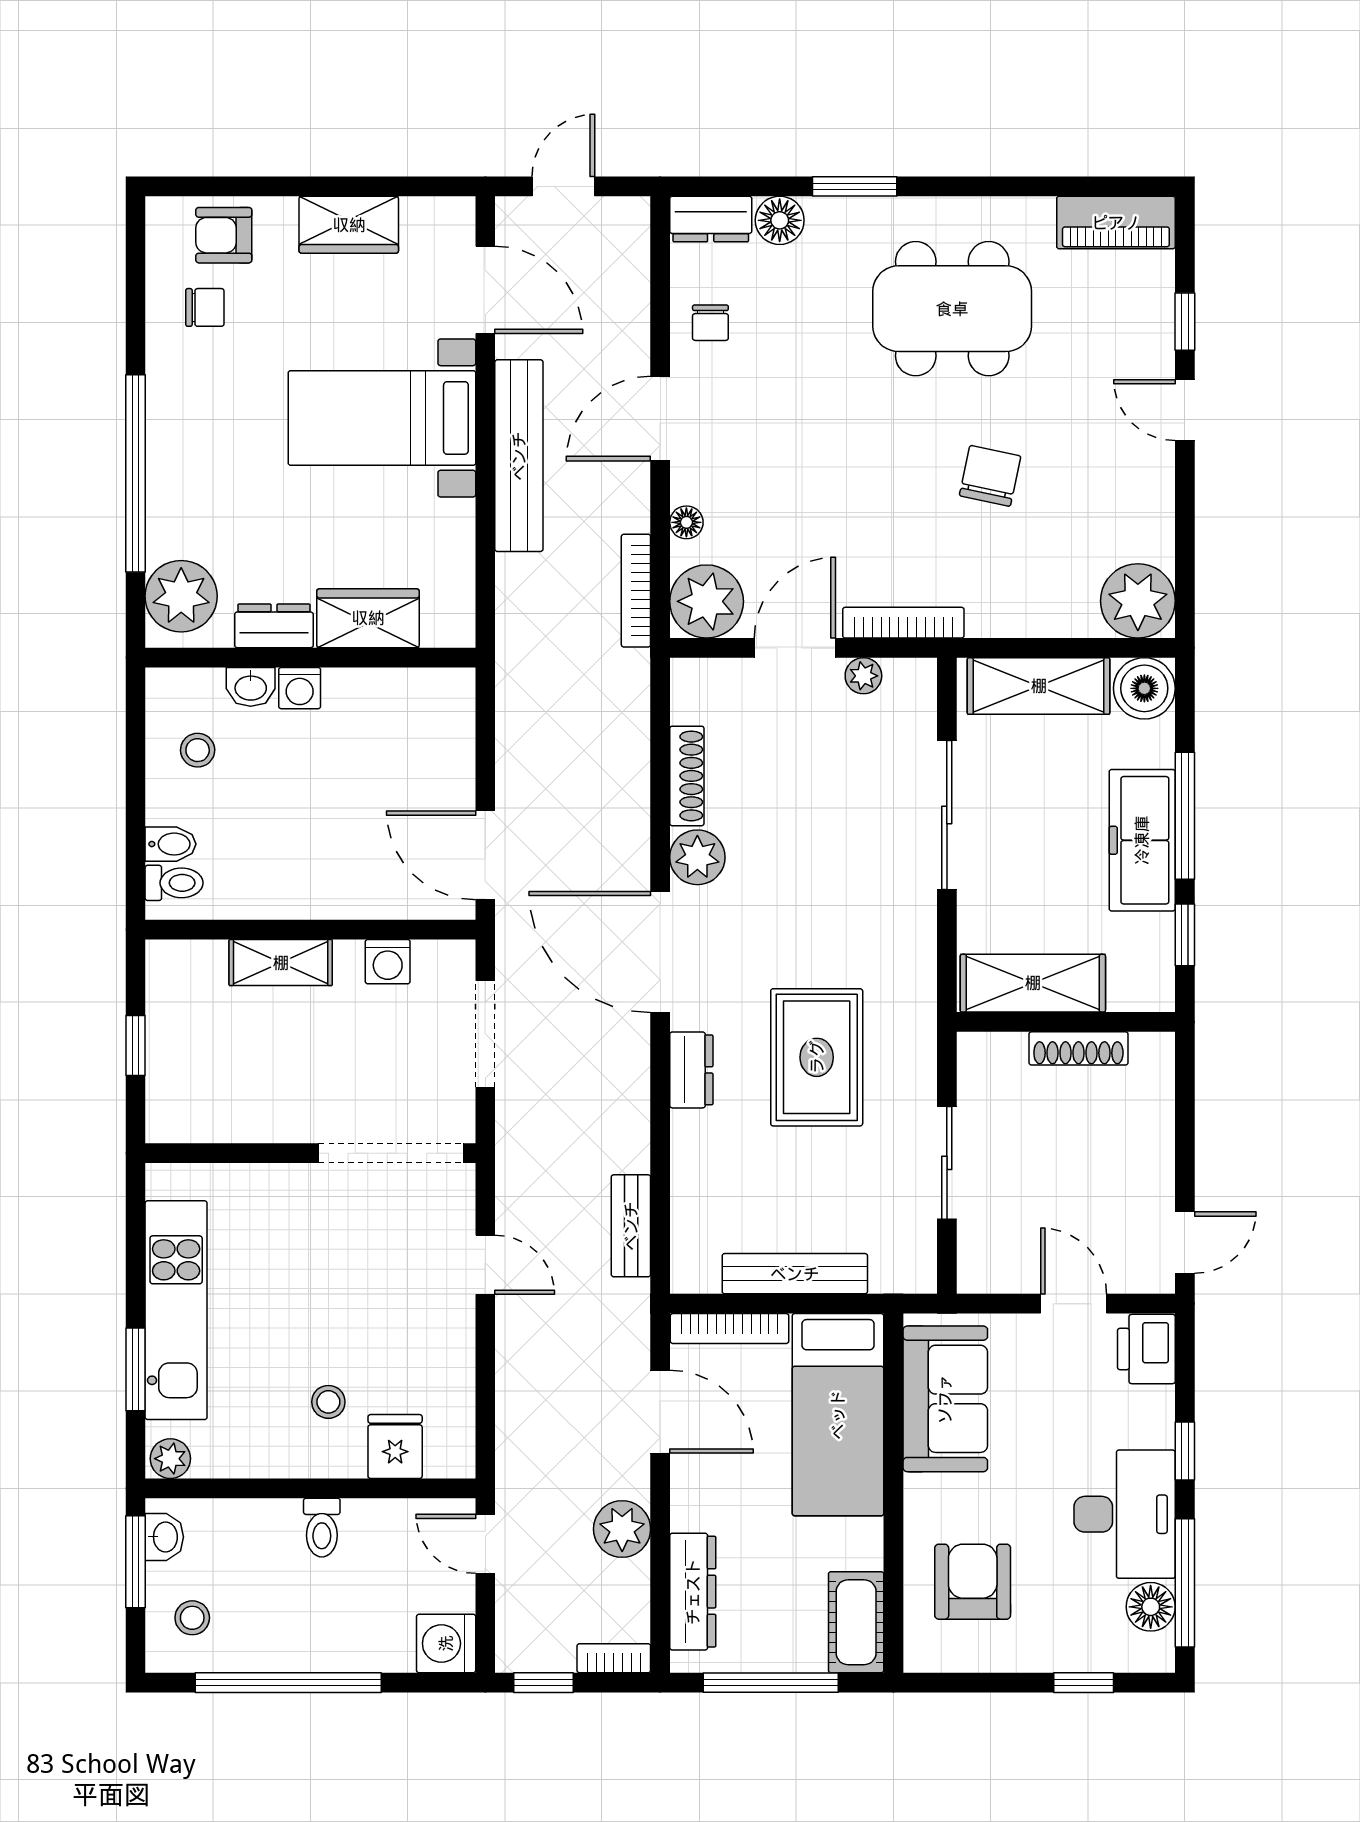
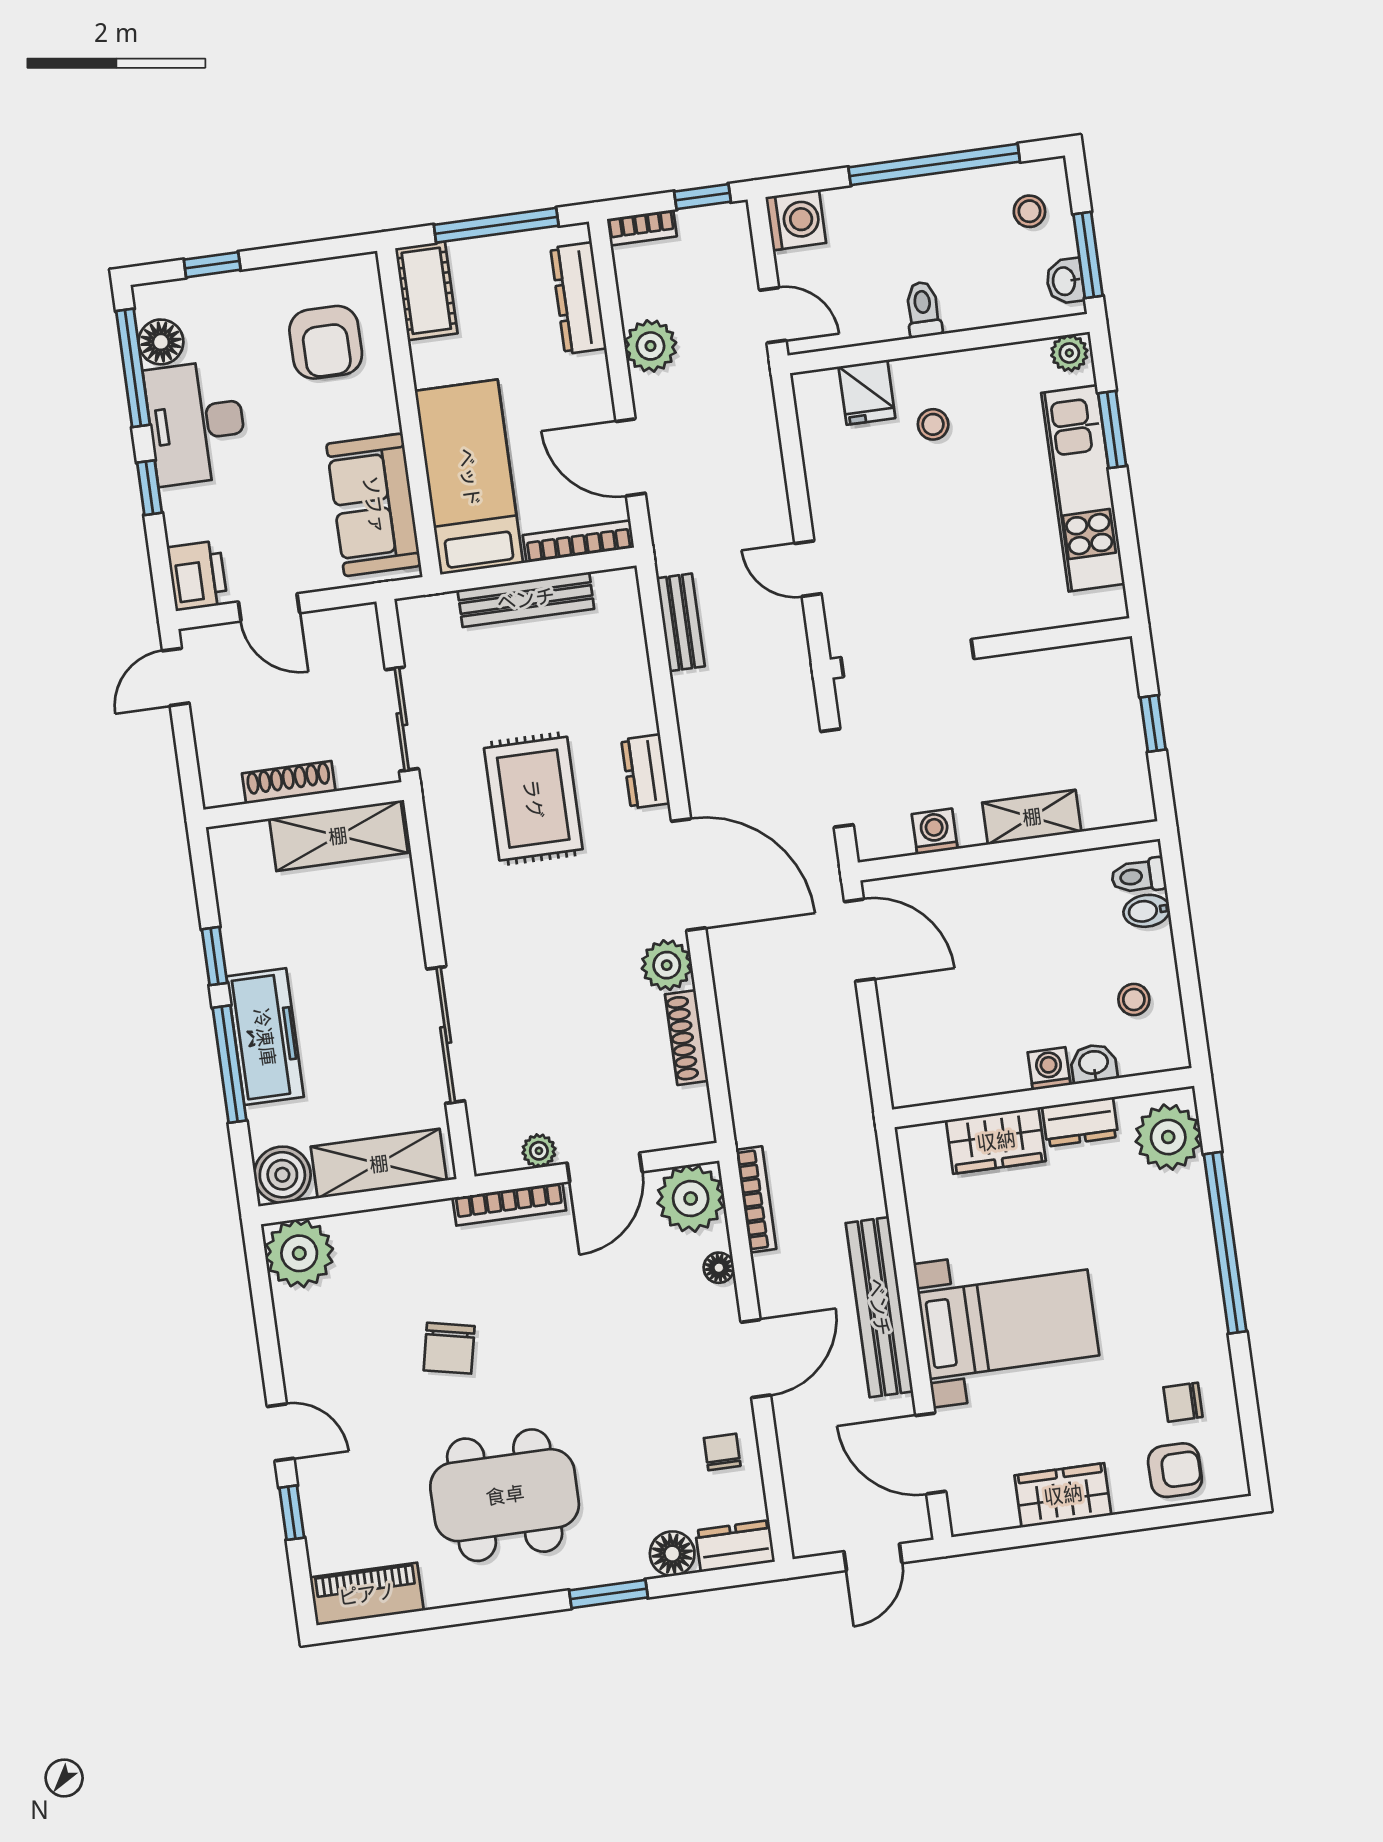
shelving: (1033, 983) -> (338, 836), moved
wall: (1066, 1022) -> (304, 805), moved
shoe rack: (1078, 1048) -> (289, 782), moved

